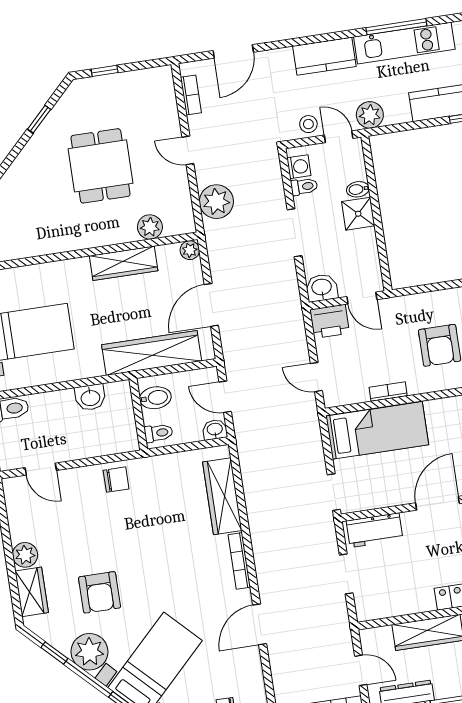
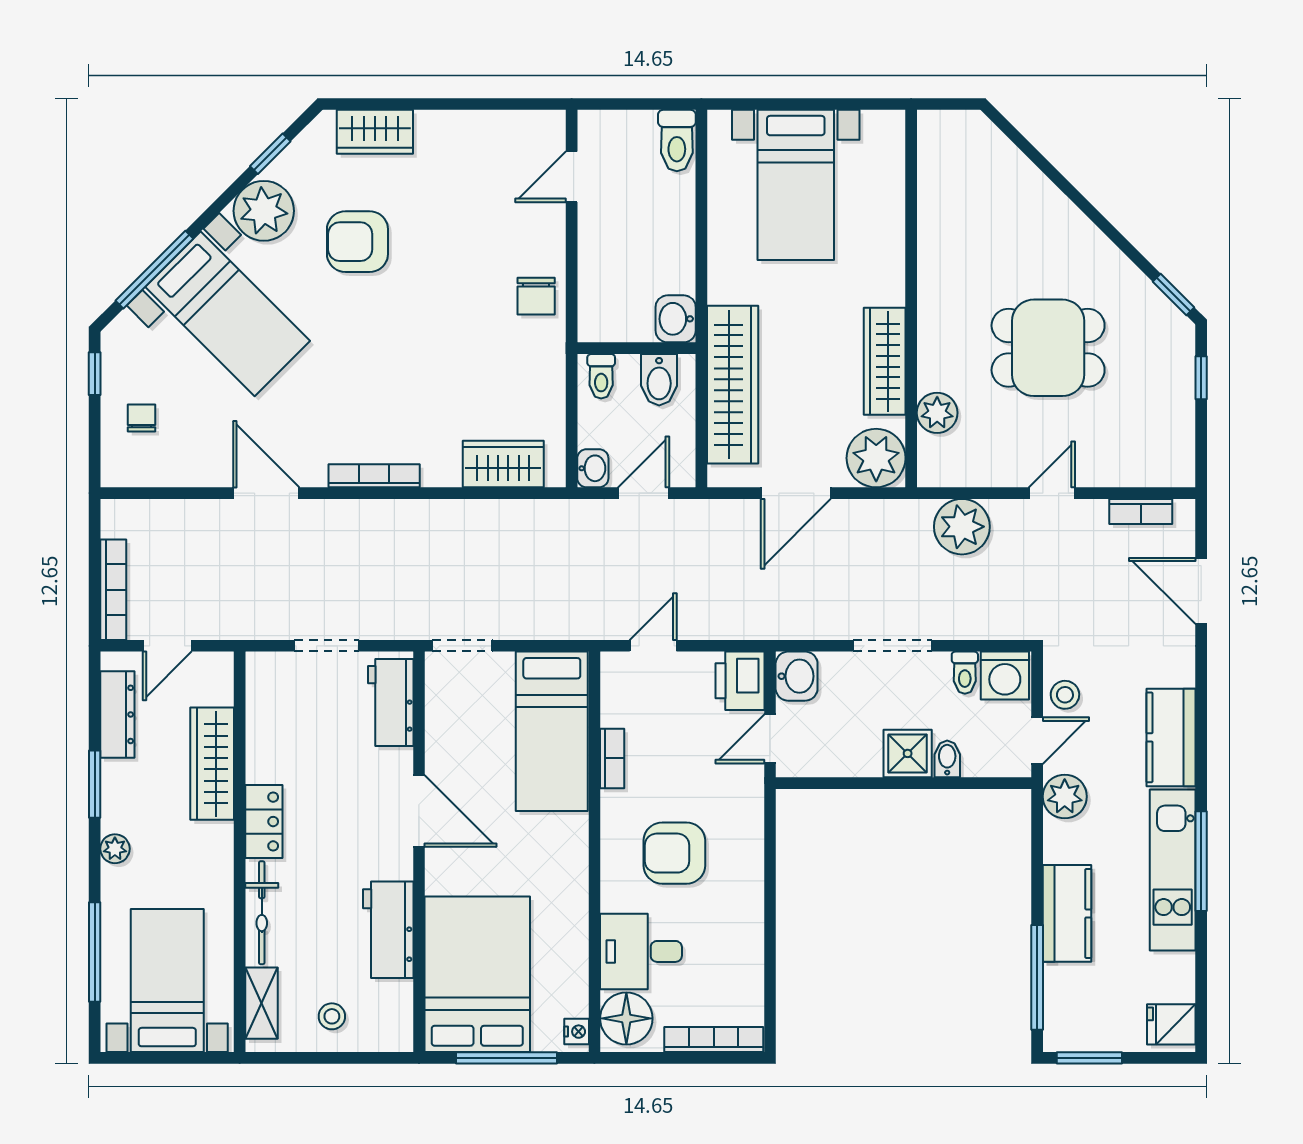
window: (39, 119) -> (1173, 294), moved
washing machine: (299, 167) -> (1005, 676), width x1.38, depth x1.38
plant: (190, 250) -> (876, 458), width x1.88, depth x1.88
door: (211, 305) -> (796, 493), swing flipped
washbasin: (90, 397) -> (676, 319), moved
wardrobe: (222, 496) -> (503, 464), width x0.67
plant: (25, 555) -> (436, 130), removed

